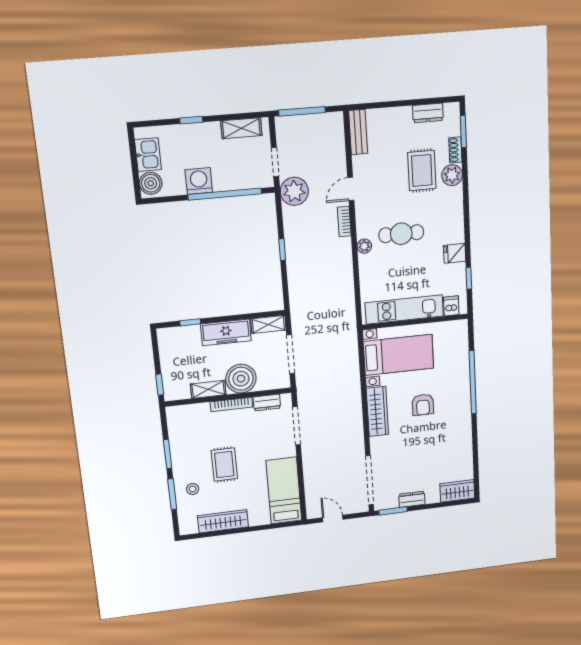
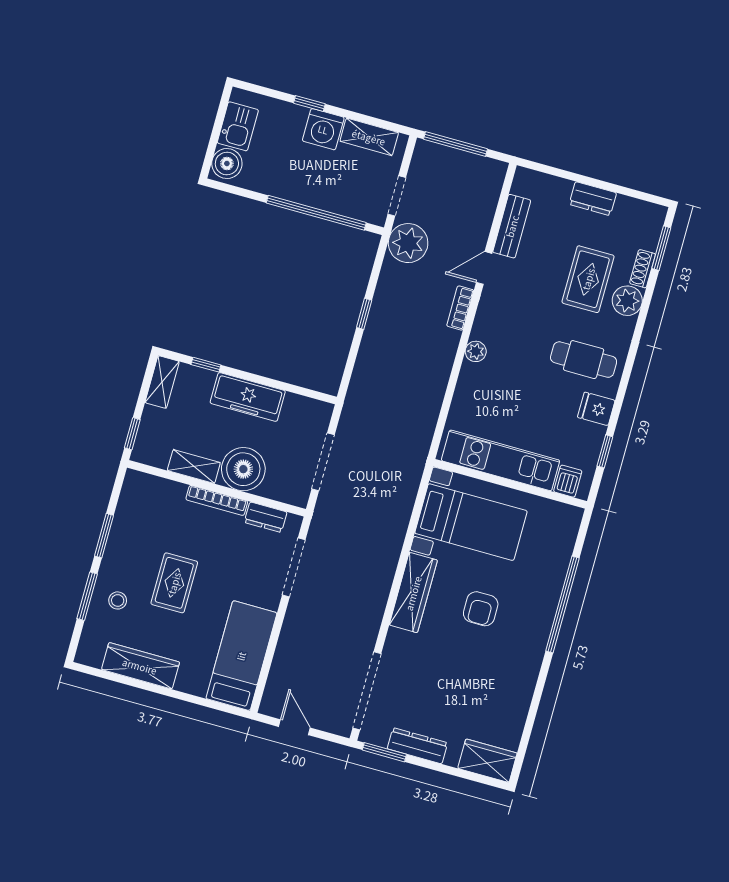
dresser: (428, 113) -> (593, 199), moved
bench: (358, 132) -> (512, 226), moved
washing machine: (199, 181) -> (323, 129), moved, turned 180
cafe table: (401, 234) -> (584, 360), moved
shelving: (268, 324) -> (162, 382), moved, turned 90
dresser: (412, 499) -> (417, 746), width x1.44

